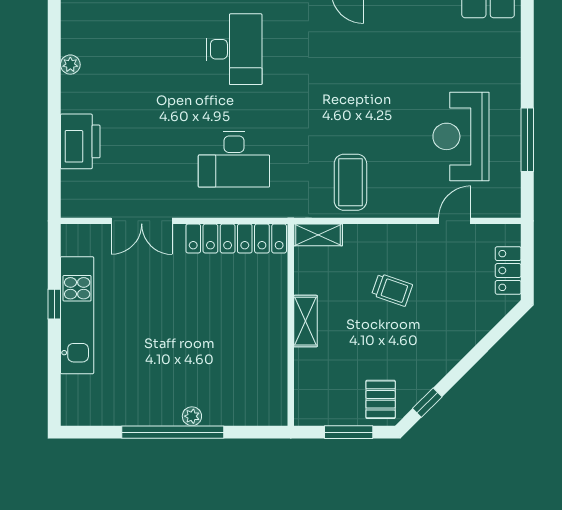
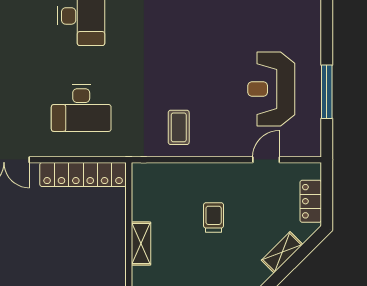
coffee table: (350, 182) -> (179, 127), width x0.73, depth x0.77
shelving: (318, 235) -> (282, 252), moved, turned -45
trolley: (392, 290) -> (214, 217), turned -109

